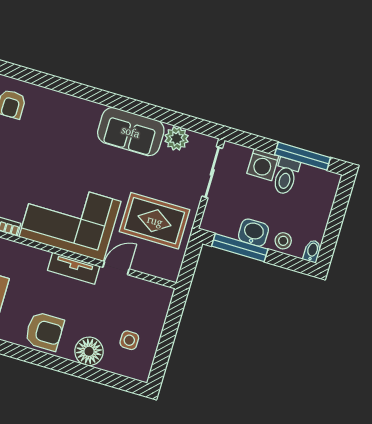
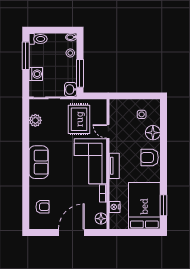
sofa: (131, 132) -> (39, 162), moved
toilet: (286, 176) -> (38, 39), moved
washbasin: (253, 233) -> (71, 89), moved
tv unit: (74, 268) -> (114, 166), moved
armchair: (44, 331) -> (150, 158), turned -90

